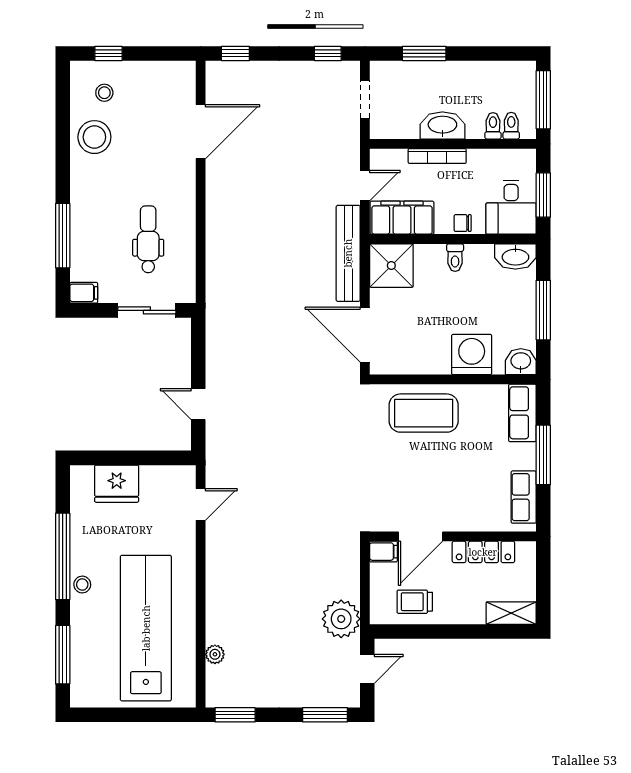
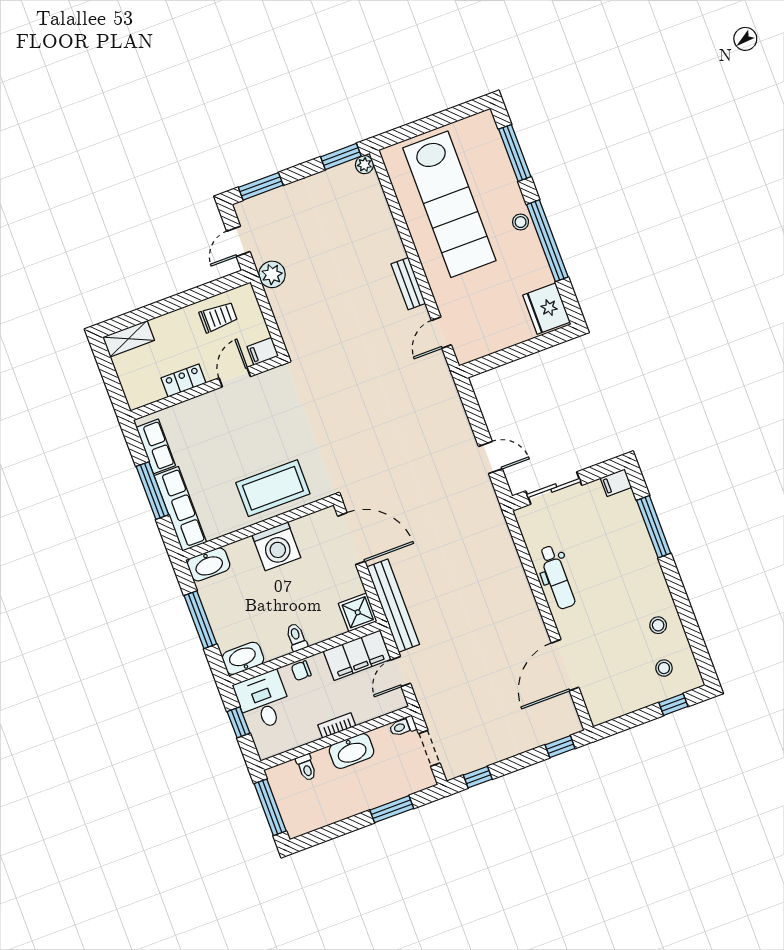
toilet: (511, 126) -> (403, 726), moved, turned 90
stool: (94, 137) -> (658, 625), width x0.53, depth x0.53
bookcase: (437, 156) -> (337, 725), width x0.64
window: (543, 195) -> (239, 722), width x0.67
chair: (463, 223) -> (301, 671), turned 180
dental chair: (148, 239) -> (557, 577), moved
shower: (391, 266) -> (358, 612), width x0.73, depth x0.73
washing machine: (472, 355) -> (276, 546), moved
washbasin: (521, 362) -> (209, 564), width x1.38
door: (198, 404) -> (490, 458), moved
row of seats: (522, 413) -> (180, 509), width x1.48
fridge: (117, 484) -> (546, 309), moved, turned -90
door: (421, 536) -> (235, 377), width x0.73
locker: (483, 552) -> (184, 380), width x0.66
bench: (215, 565) -> (408, 284), added
plant: (341, 619) -> (272, 274), width x0.73, depth x0.73
plant: (215, 654) -> (364, 165), moved

